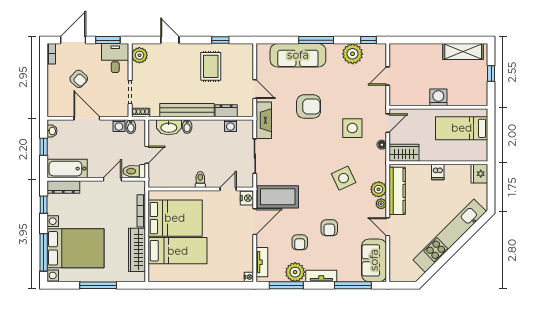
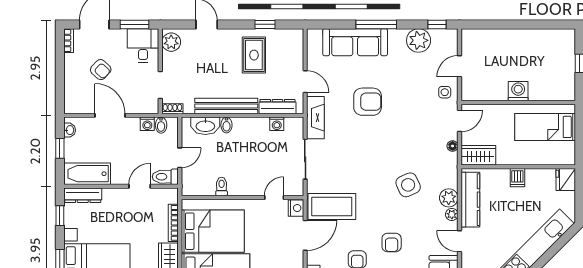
shelving: (463, 52) -> (547, 38), removed
dresser: (226, 111) -> (277, 107), width x1.44
side table: (352, 128) -> (445, 92), moved, width x0.54, depth x0.54
toilet: (200, 180) -> (222, 186), moved

